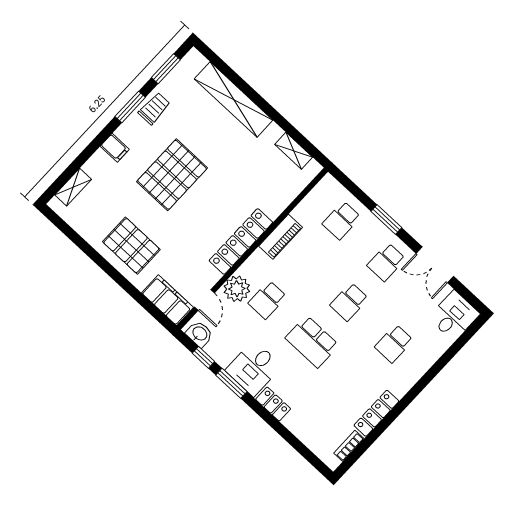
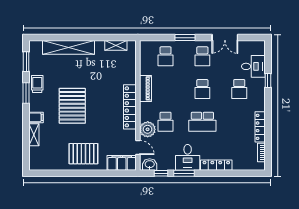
shelving: (73, 187) -> (34, 135), moved
desk: (454, 316) -> (253, 66), moved, turned 90
window: (438, 366) -> (268, 81), added
locker: (273, 404) -> (216, 165), width x1.53

